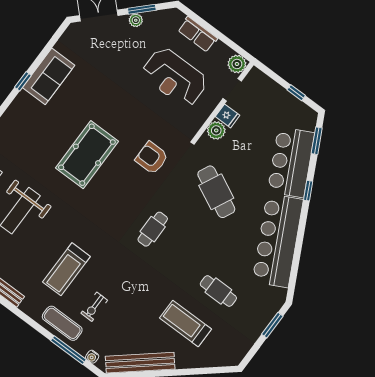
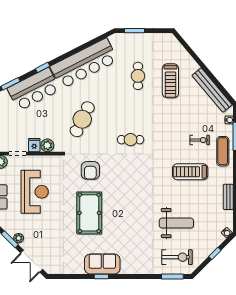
sofa: (48, 76) -> (102, 264), moved
pool table: (87, 155) -> (89, 213), moved, turned 90
treadmill: (66, 269) -> (190, 172), turned 180

